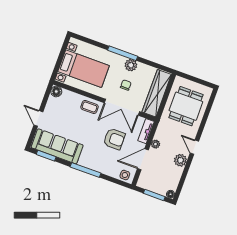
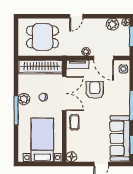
plant: (180, 160) -> (112, 24), moved

